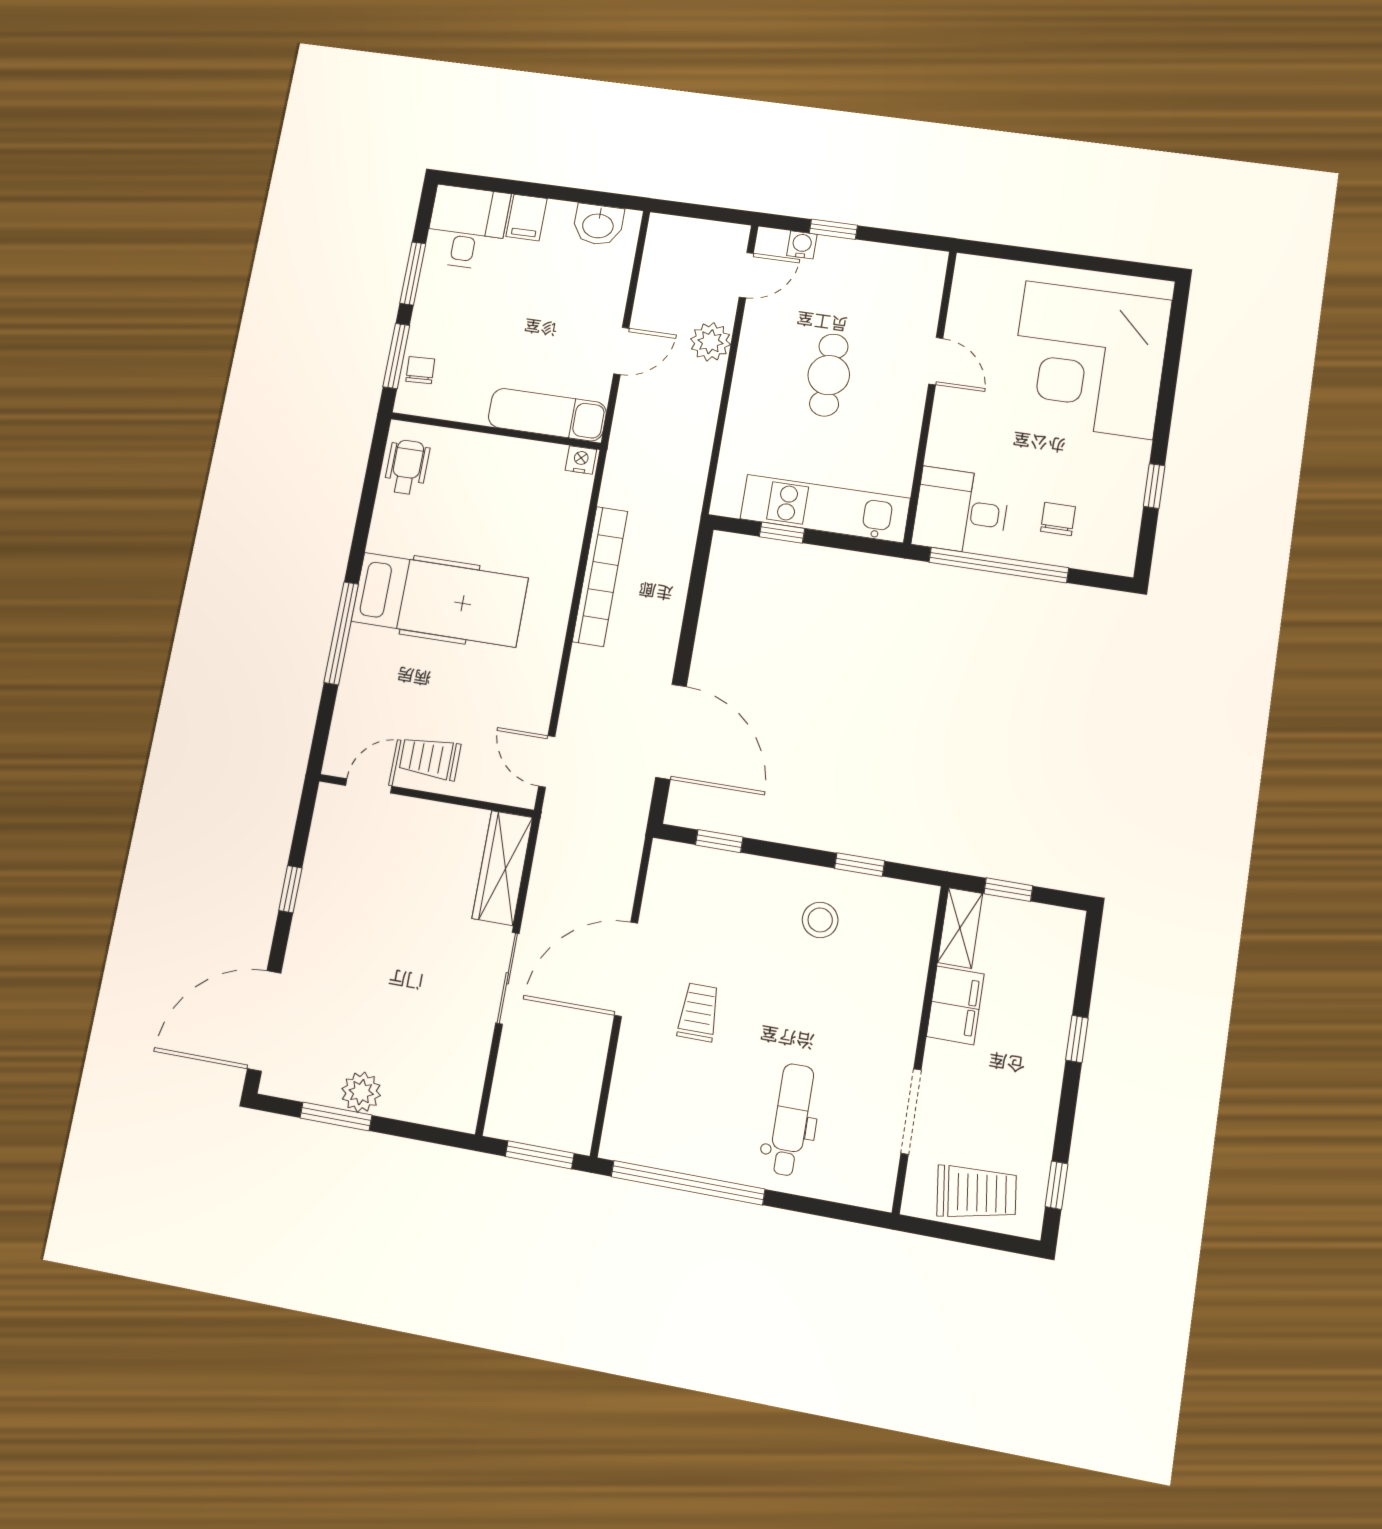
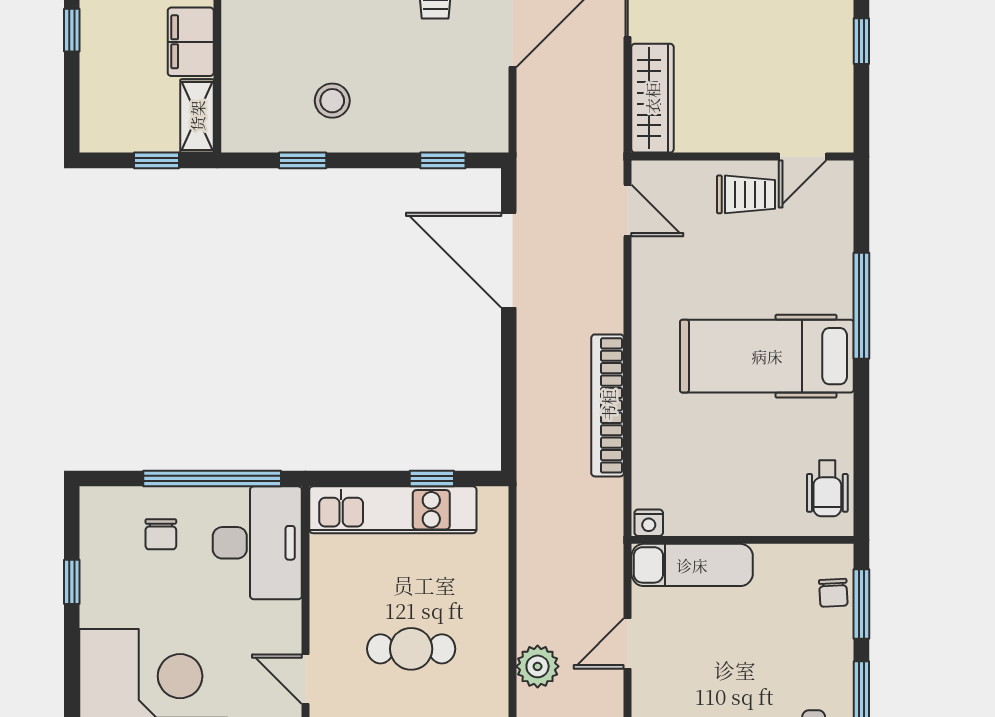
cafe table: (829, 375) -> (411, 649), turned 90
desk: (961, 511) -> (257, 543), width x1.37

